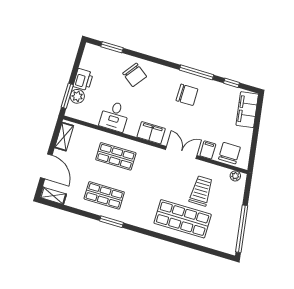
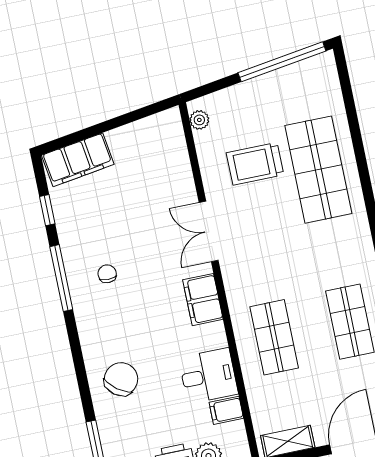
chair: (187, 95) -> (107, 274), width x0.54, depth x0.54
filing cabinet: (208, 150) -> (226, 410), moved
chair: (229, 153) -> (166, 150), removed

